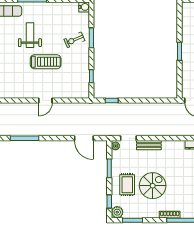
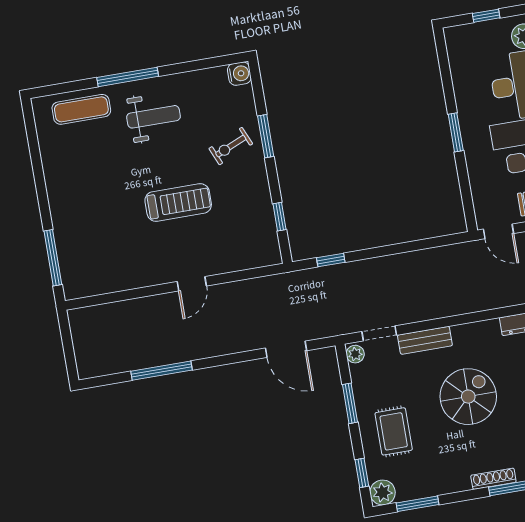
weight bench: (30, 35) -> (154, 117), moved, turned 90
spiral stairs: (153, 186) -> (468, 397), moved

